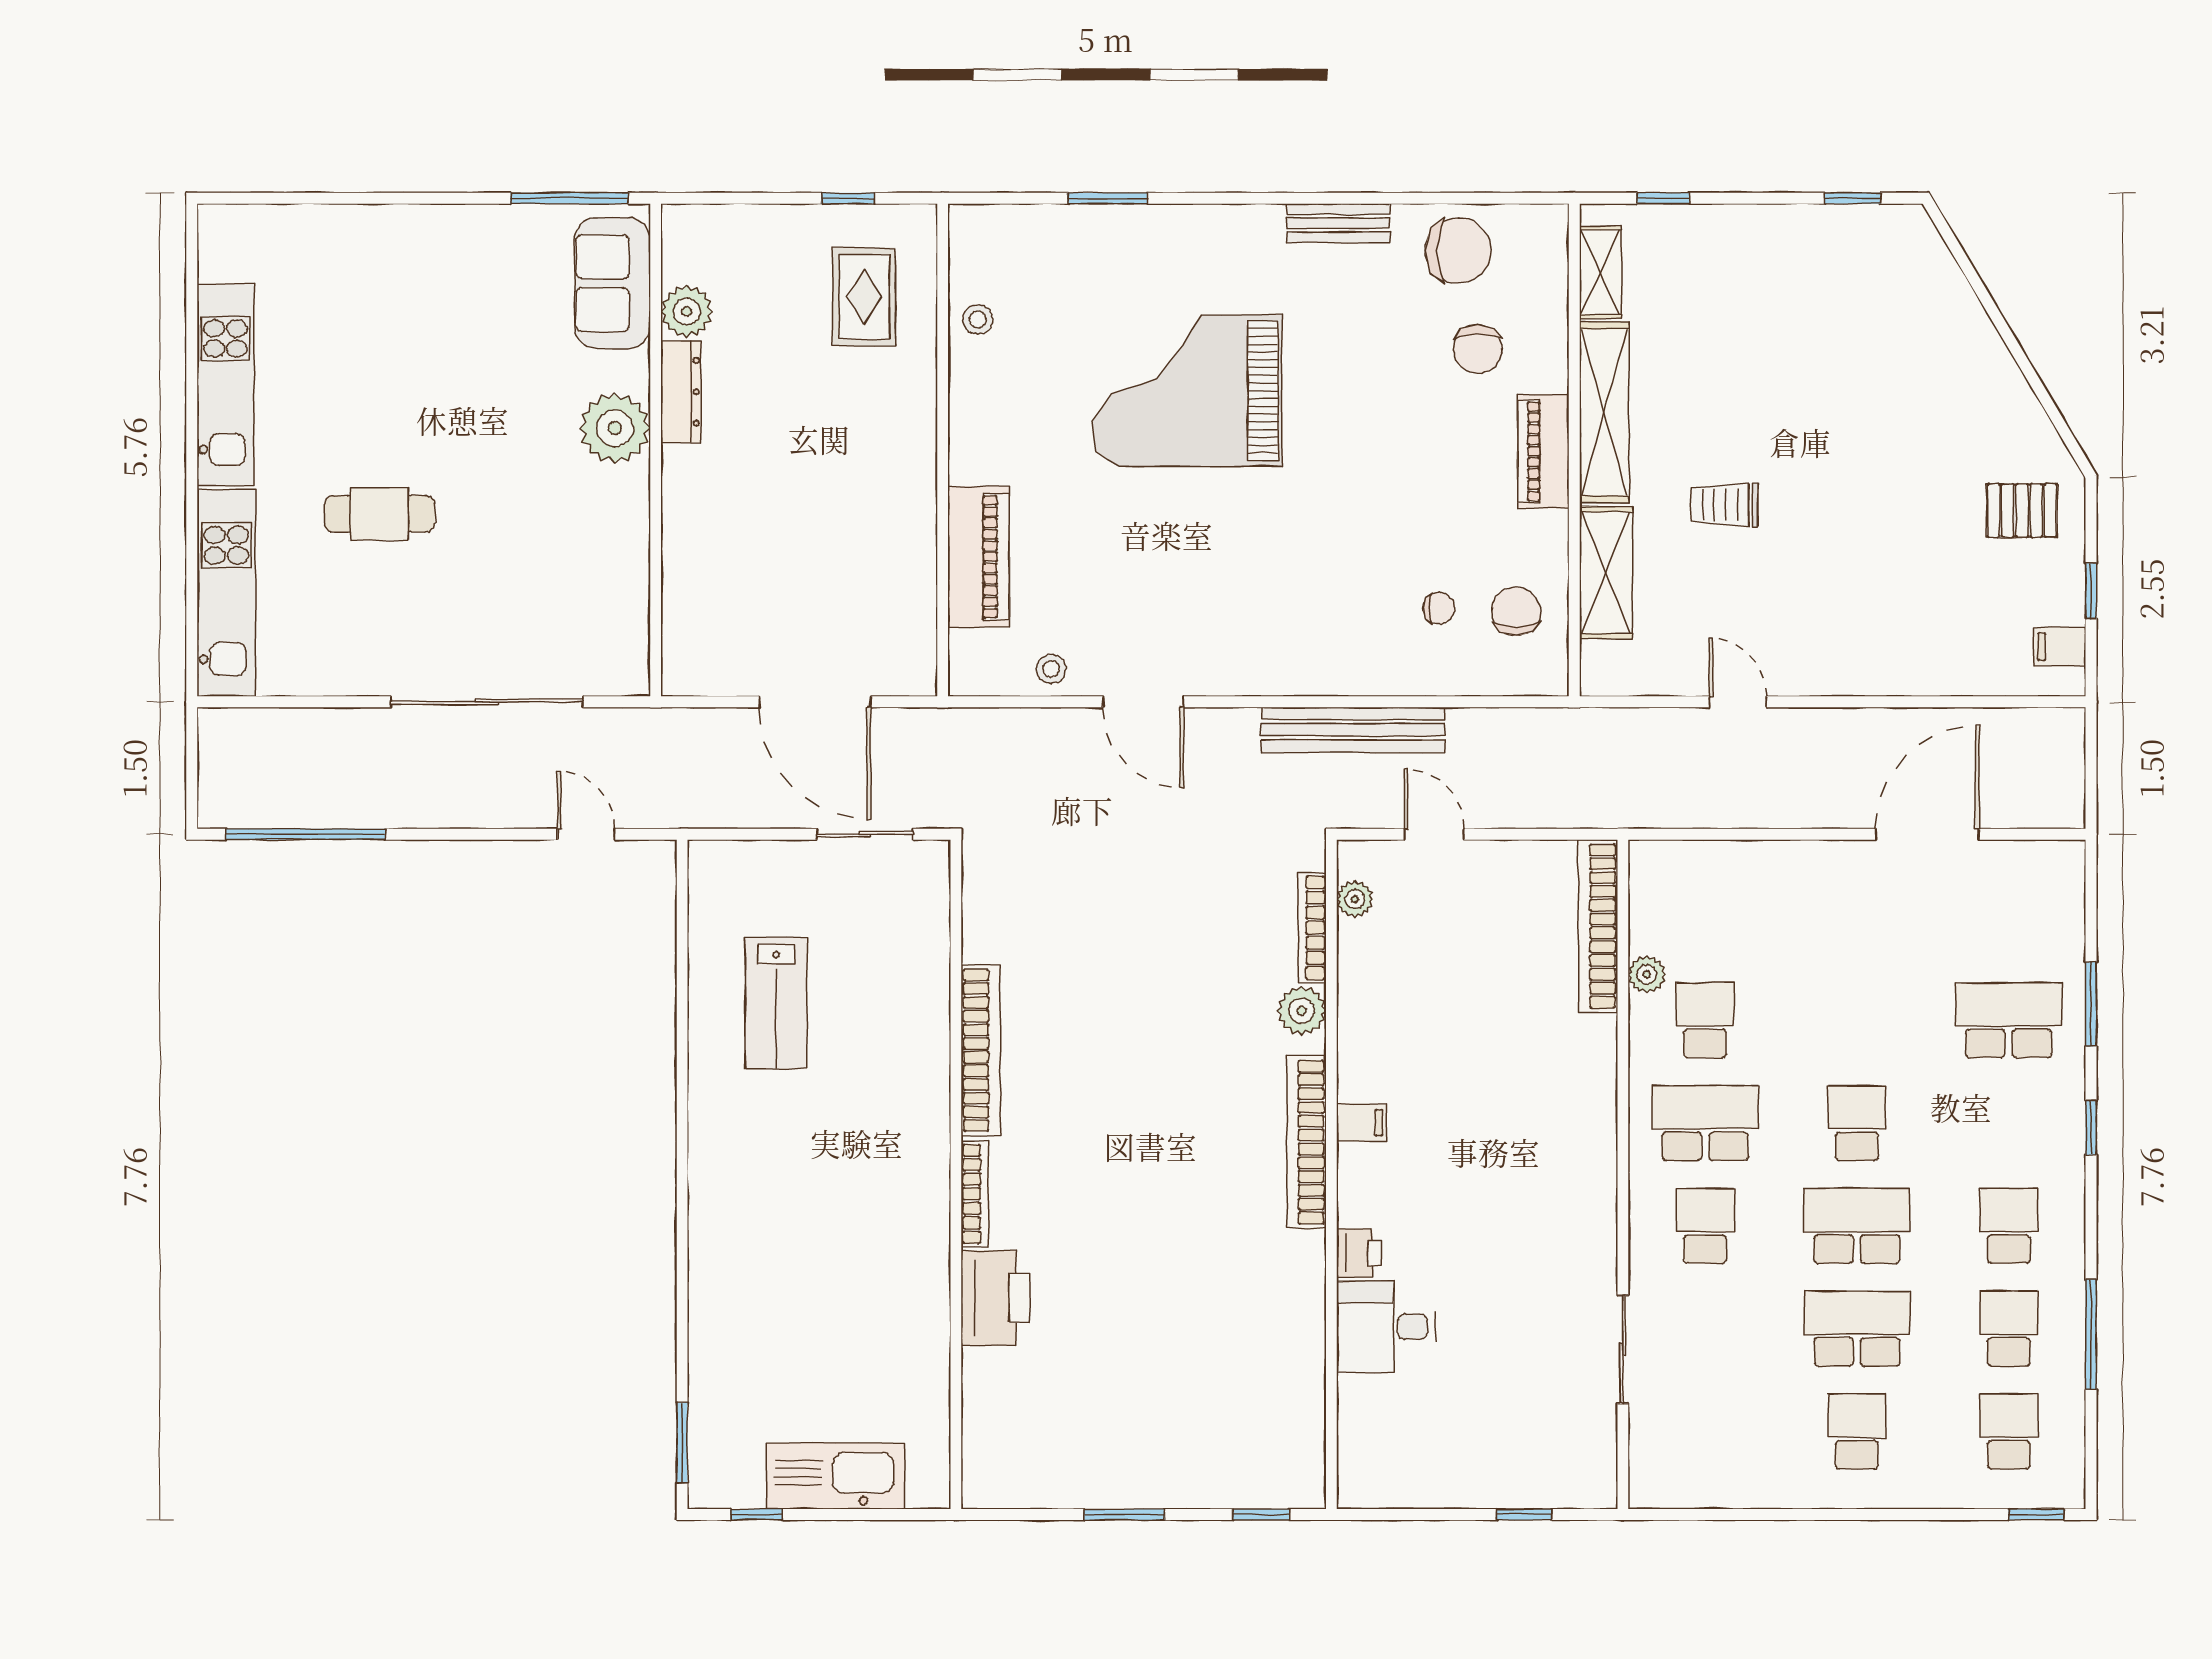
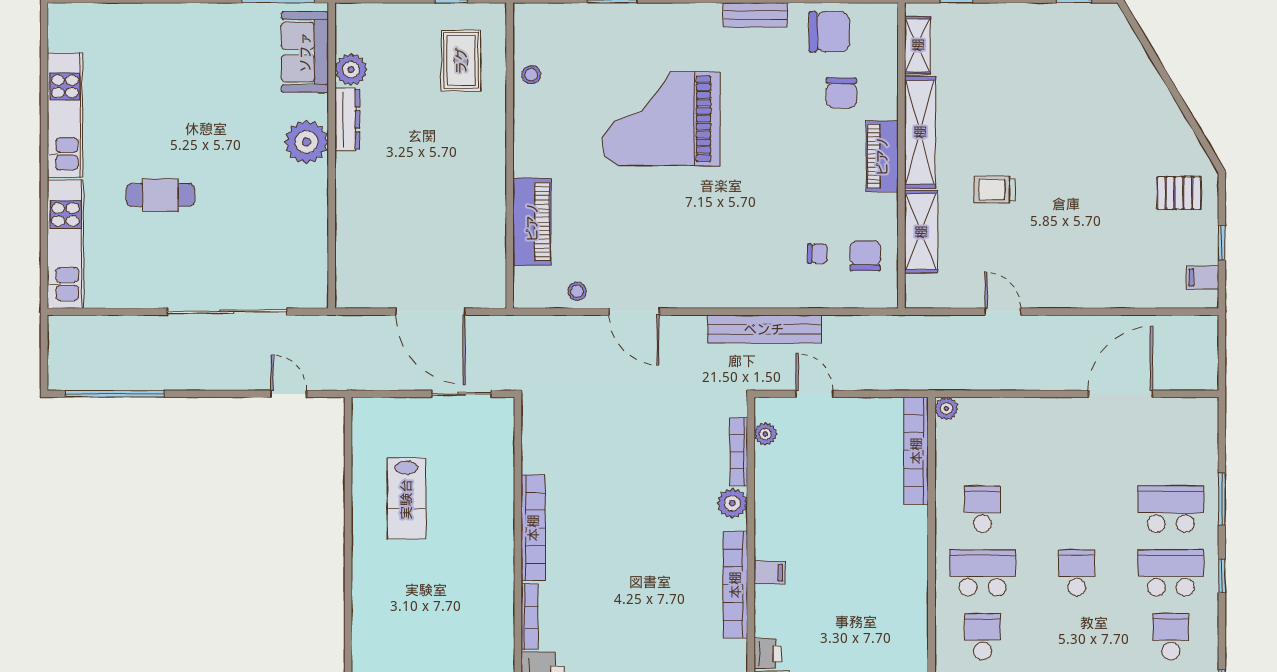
plant: (1647, 974) -> (946, 409), moved
school desk: (1857, 1226) -> (1171, 573), moved

